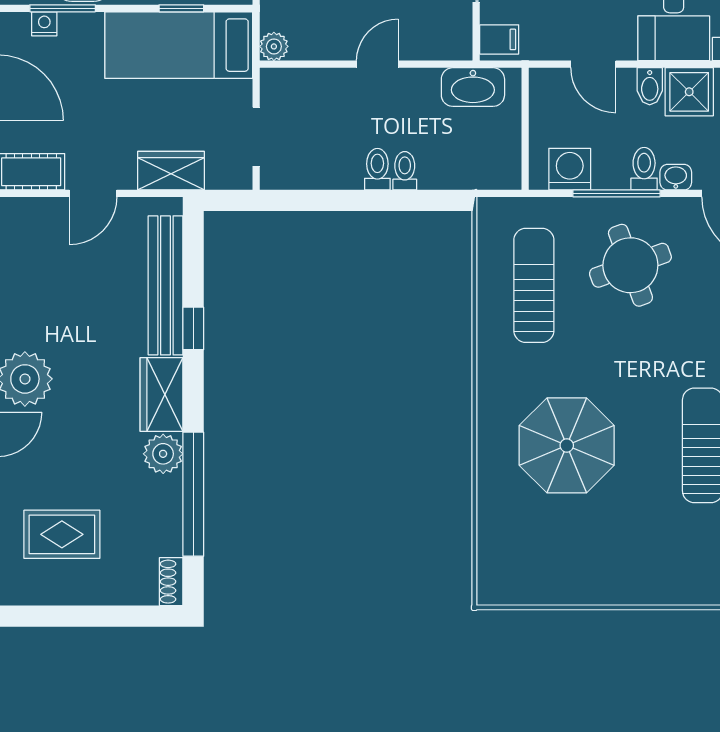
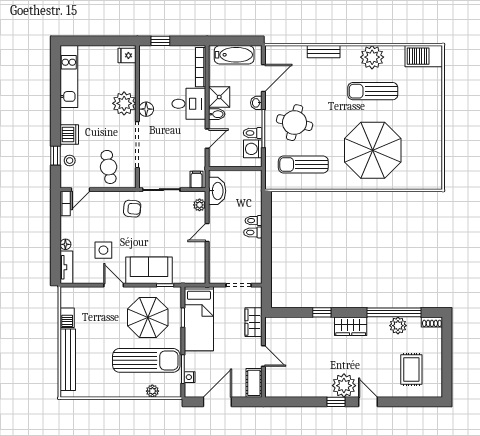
plant: (274, 46) -> (200, 205), moved
door: (377, 64) -> (207, 232), hinge flipped
toilet: (644, 169) -> (253, 133), moved
round table: (630, 265) -> (295, 123), turned 34
bench: (165, 285) -> (303, 324), removed
parasol: (567, 445) -> (373, 150), width x1.36, depth x1.36
plant: (163, 454) -> (398, 326), moved

